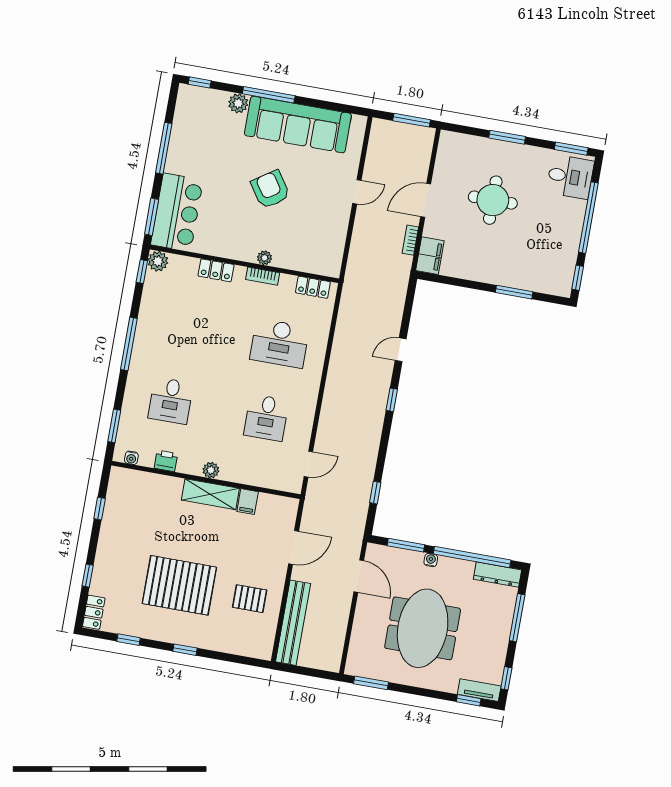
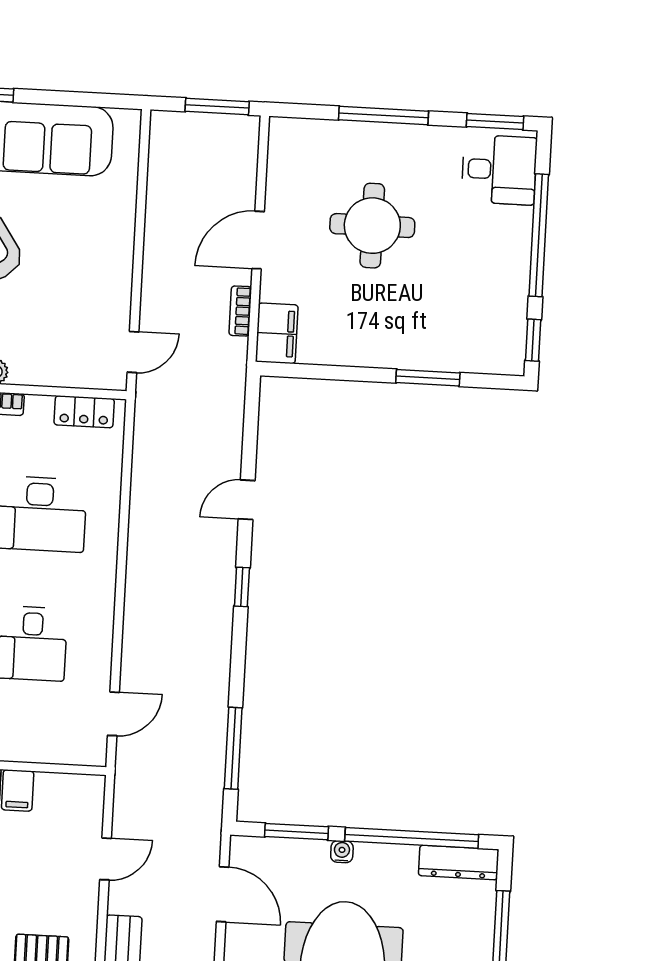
window: (507, 137) -> (384, 116), width x1.44
door: (357, 192) -> (133, 352), moved
window: (375, 493) -> (233, 748), width x2.17
door: (294, 547) -> (106, 859), width x0.73

